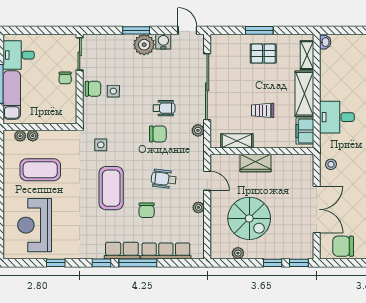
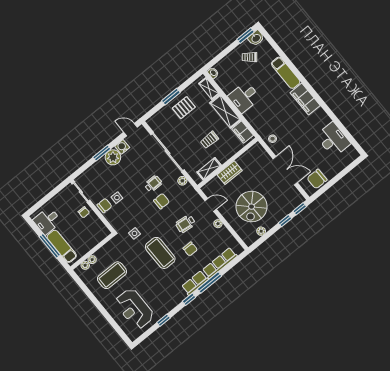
desk: (337, 117) -> (244, 97), moved
spiral stairs: (249, 218) -> (251, 207), turned 90

